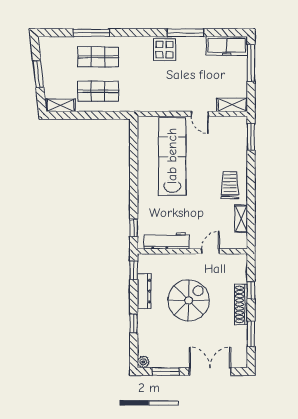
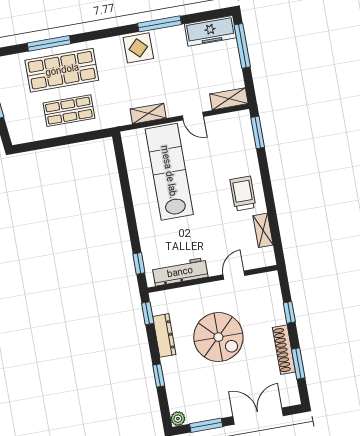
shop shelf: (98, 57) -> (62, 70), width x1.43, depth x1.36
shelving: (61, 105) -> (148, 114), moved
spiral stairs: (189, 300) -> (218, 337), turned 90
shoe rack: (241, 304) -> (284, 350), moved

